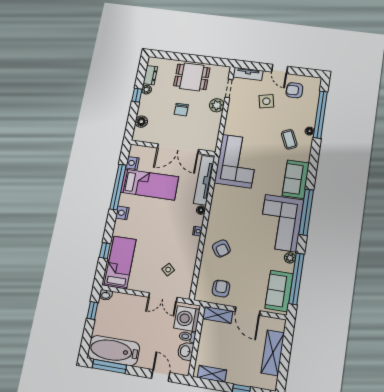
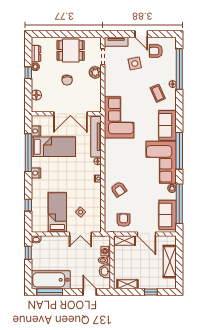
bed: (120, 262) -> (57, 212), moved
washing machine: (187, 319) -> (106, 251), width x0.53, depth x0.53

